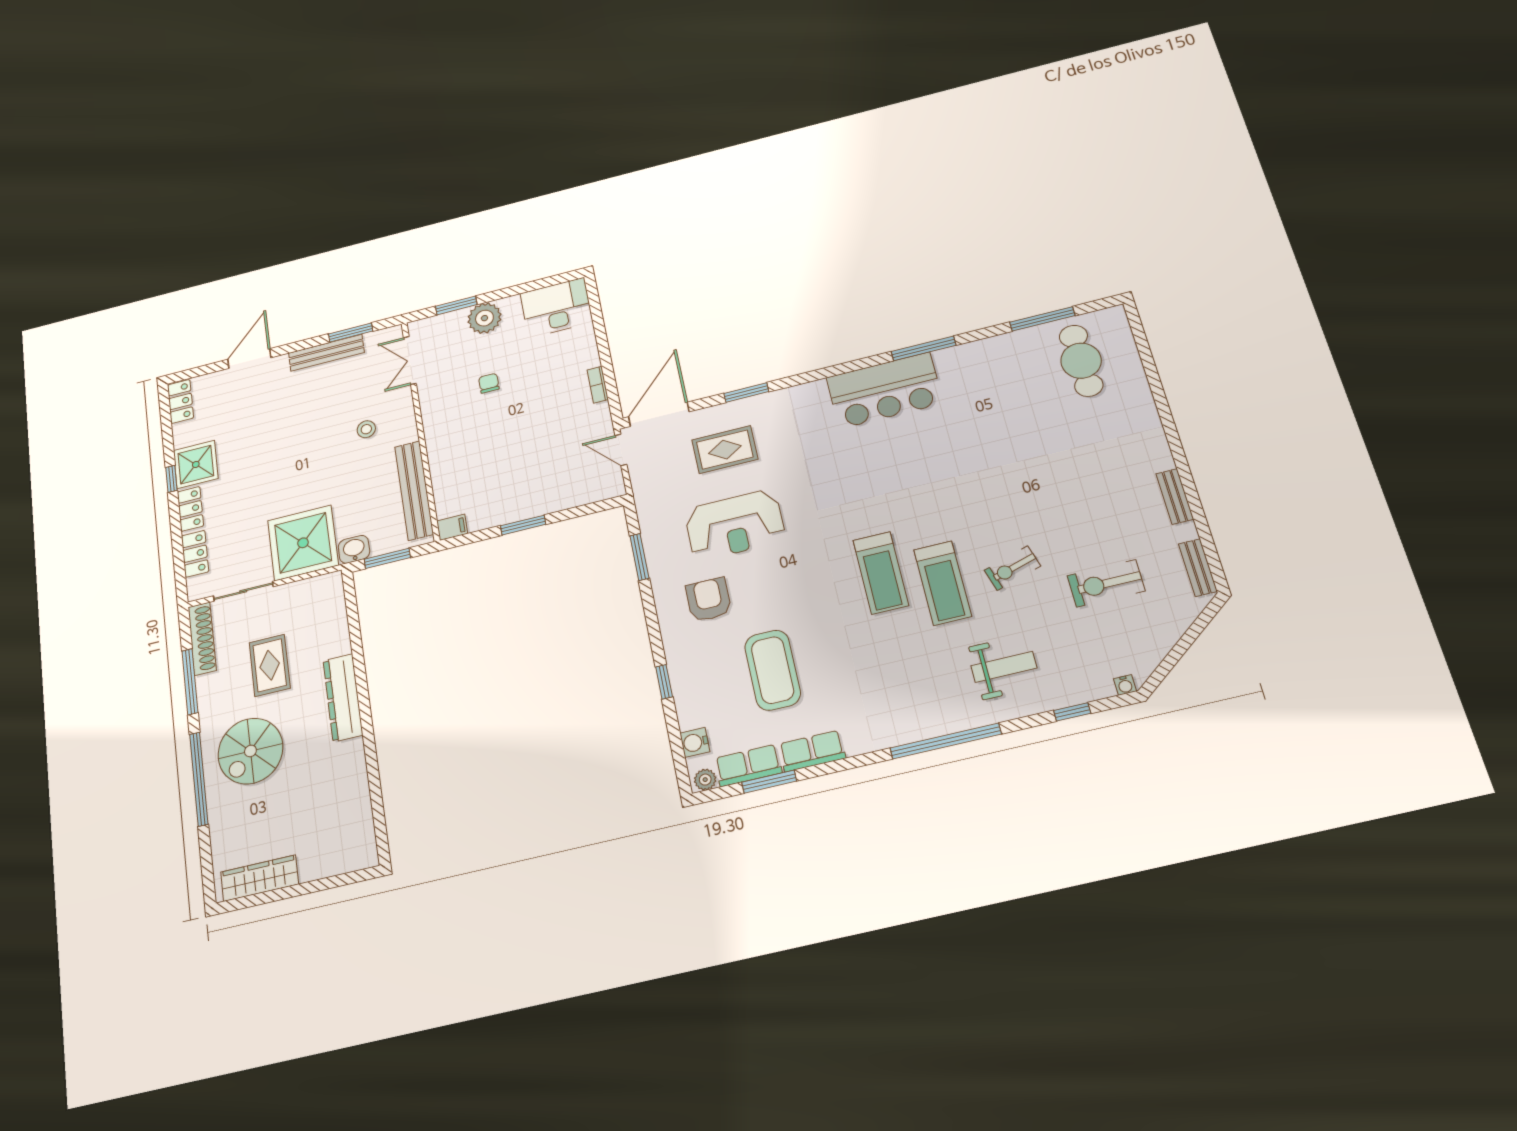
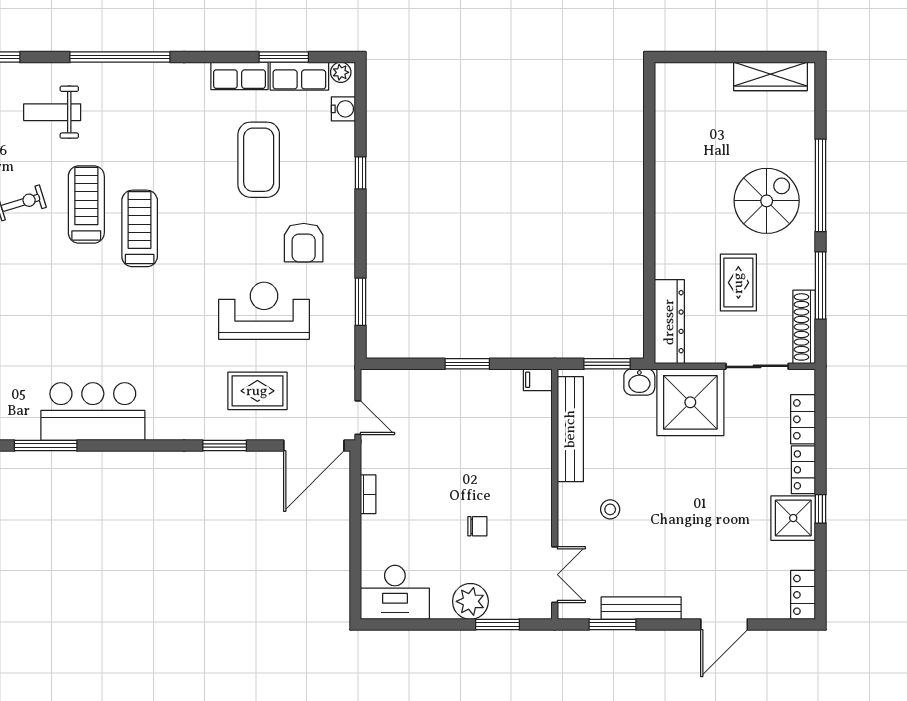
chair: (489, 383) -> (477, 526), turned -90
dresser: (343, 698) -> (669, 322), moved

